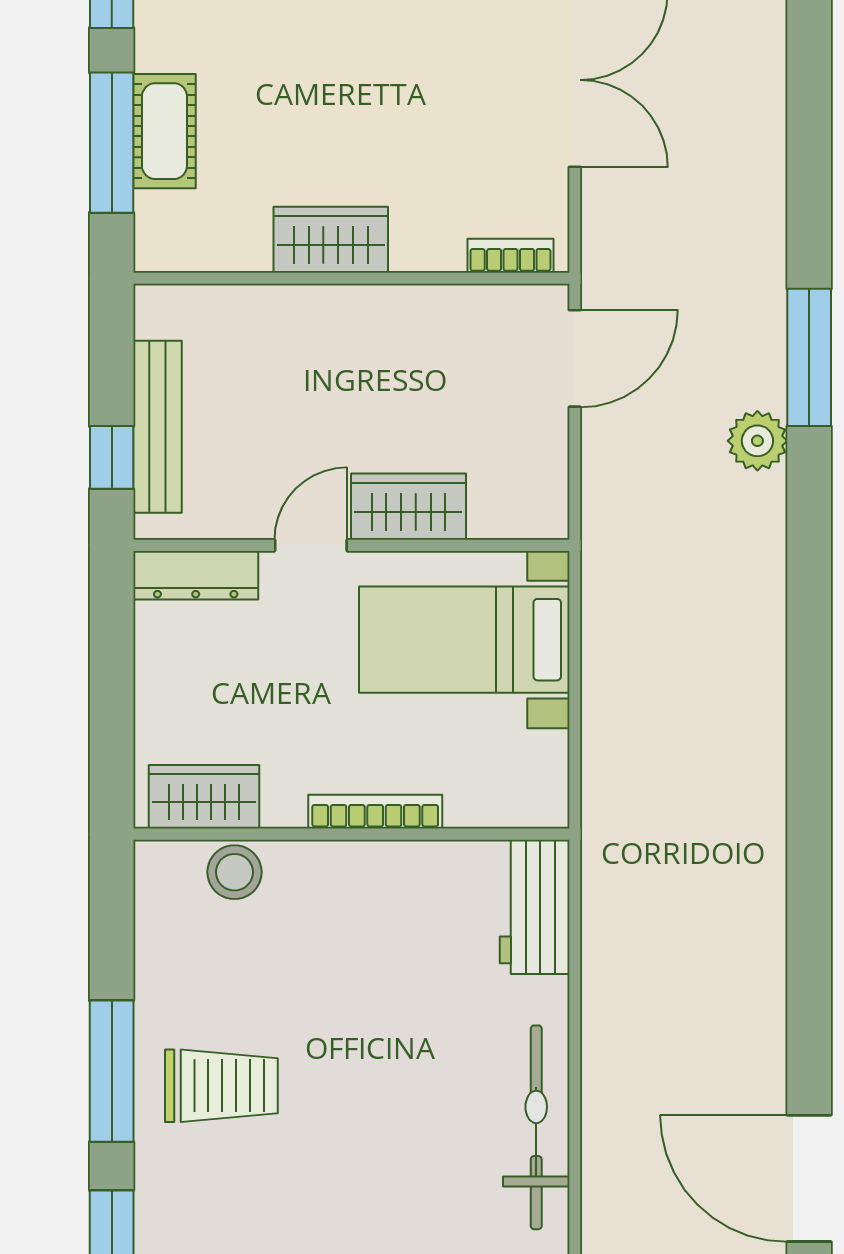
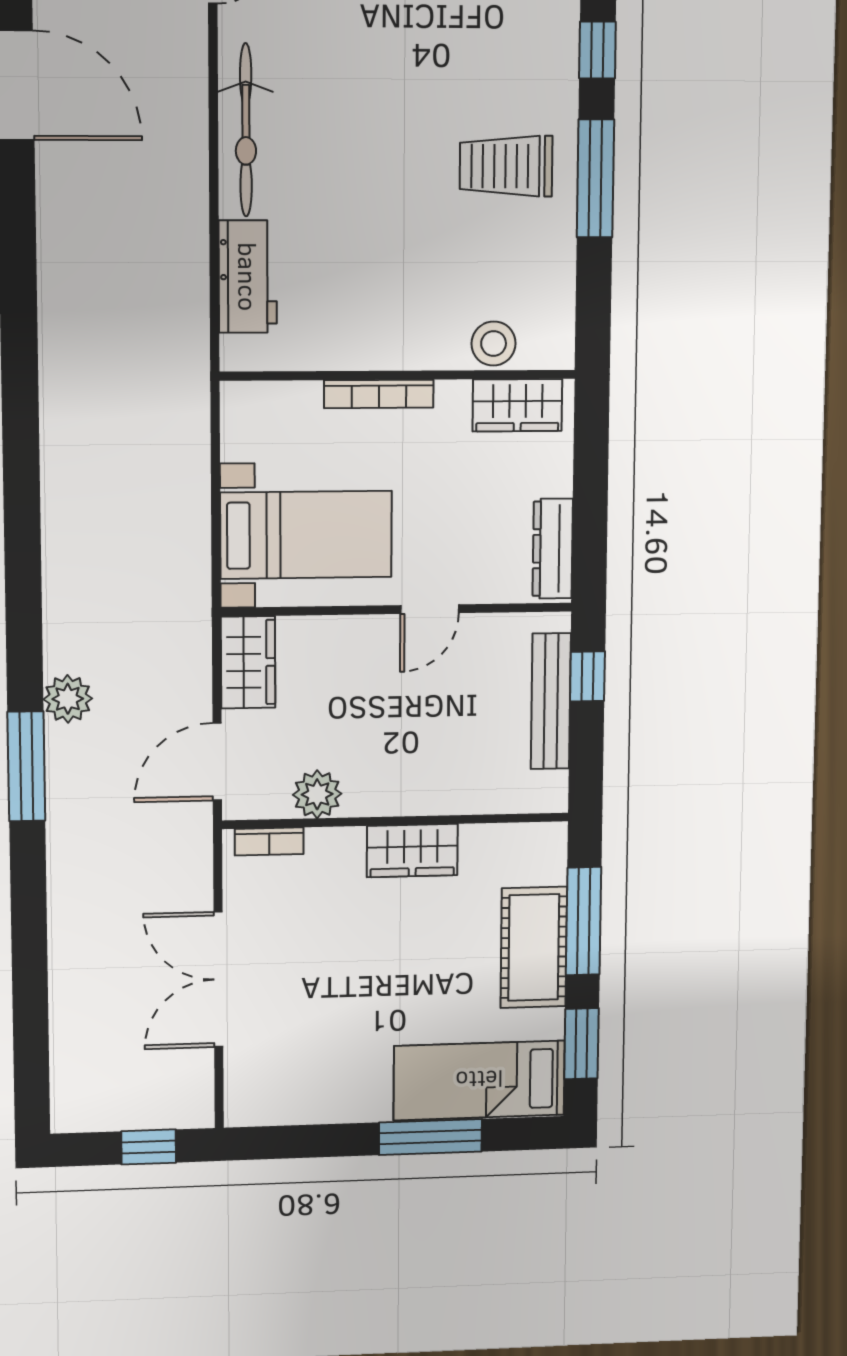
cot: (164, 131) -> (534, 947), width x1.37, depth x1.34
plant: (451, 314) -> (317, 794), added
wardrobe: (408, 507) -> (248, 662), moved, turned -90
dresser: (196, 575) -> (553, 549), moved, turned -90
workbench: (535, 907) -> (248, 277), moved

